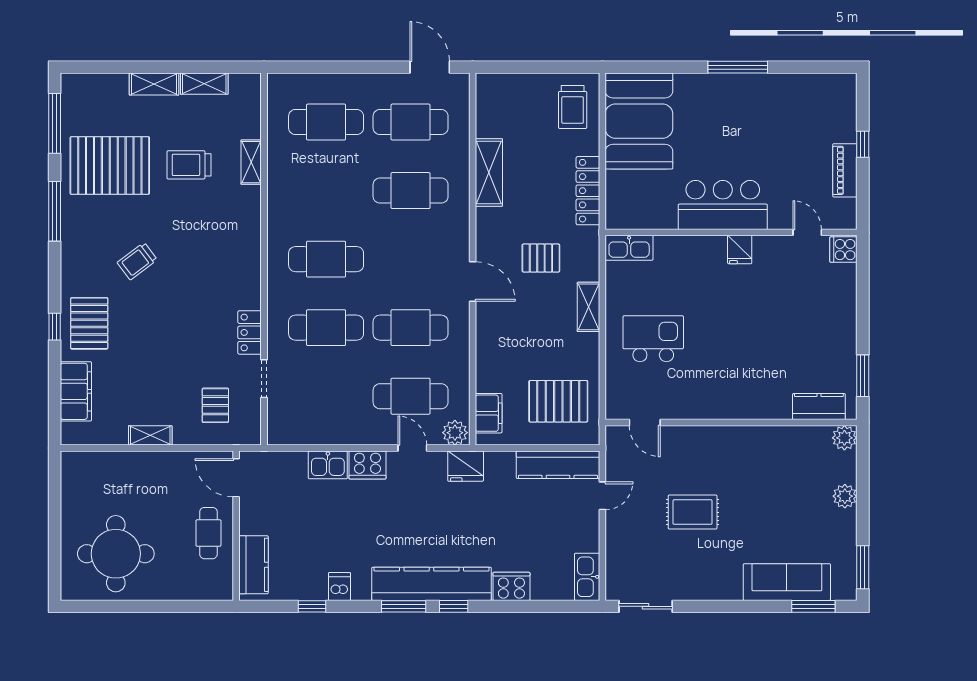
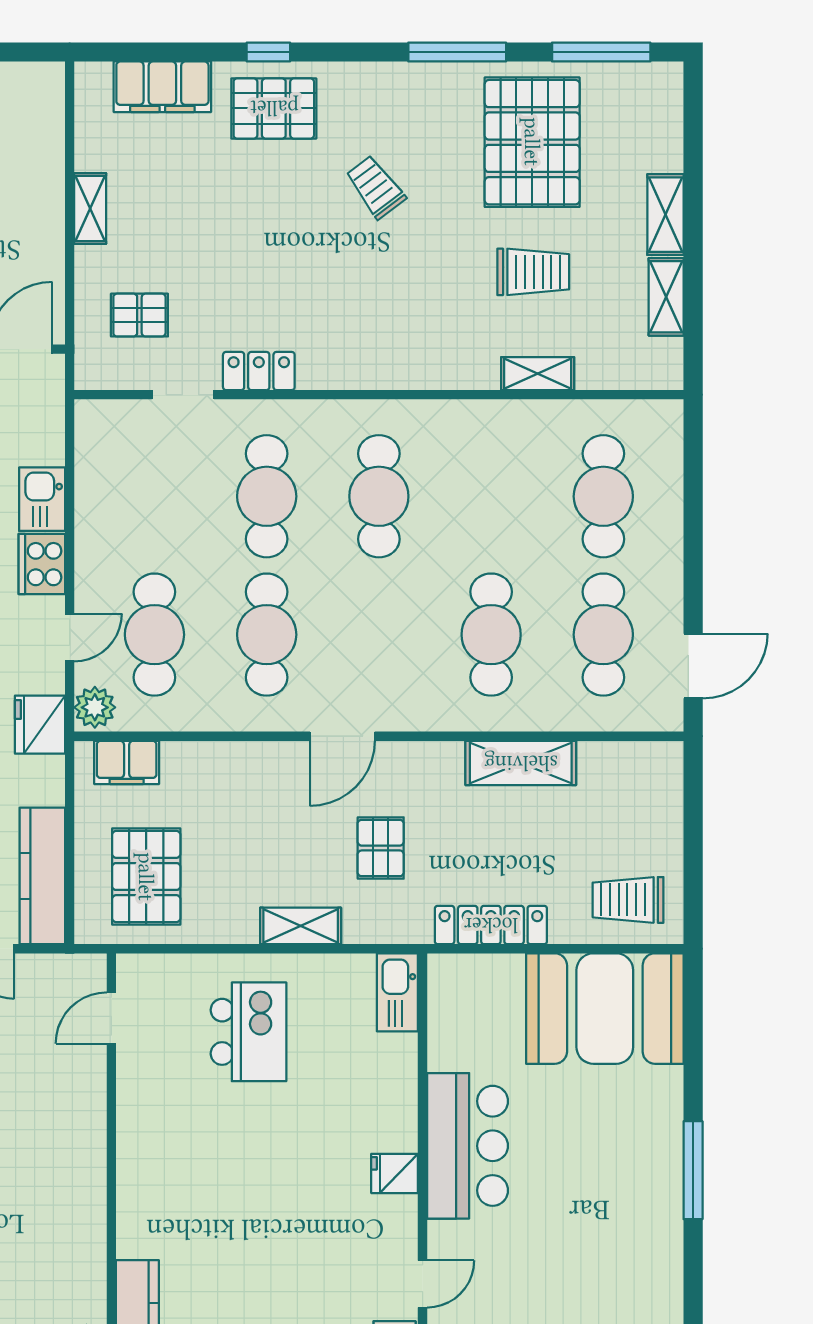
trolley: (189, 165) -> (533, 272), turned 90

